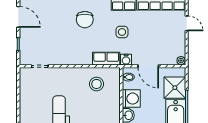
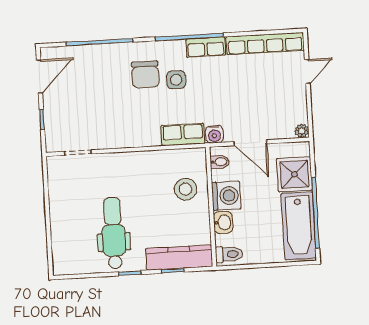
door: (18, 17) -> (40, 76), hinge flipped
door: (187, 23) -> (307, 71), hinge flipped
side table: (122, 32) -> (176, 80), moved
stool: (97, 84) -> (186, 189), moved

